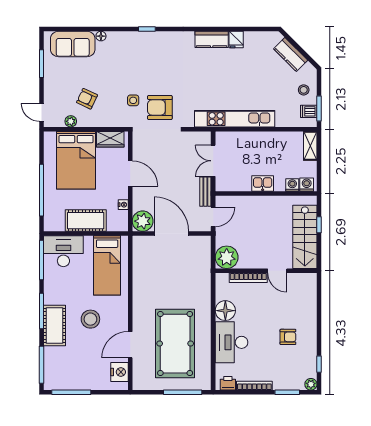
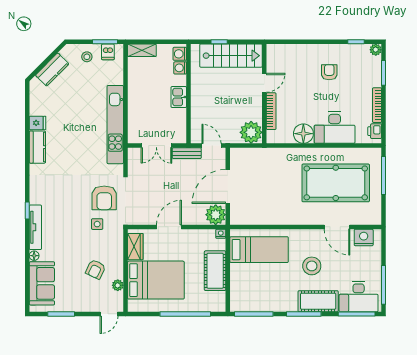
tv unit: (130, 37) -> (35, 227), added
nightstand: (123, 205) -> (221, 234), moved
desk: (63, 251) -> (359, 297), moved, turned -90

